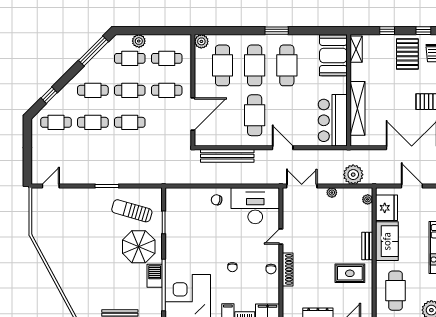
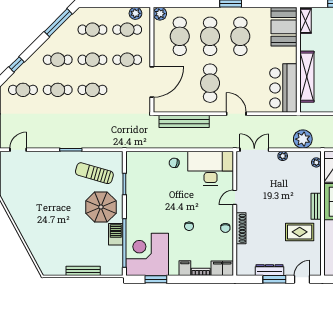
plant: (139, 41) -> (135, 13), moved

